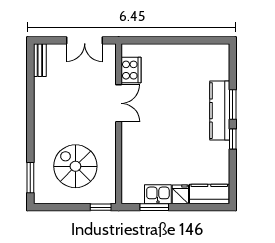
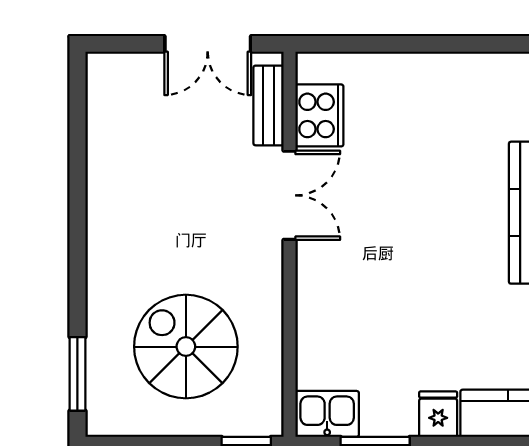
bench: (40, 60) -> (269, 105), moved
kitchen sink: (158, 194) -> (327, 414), moved

